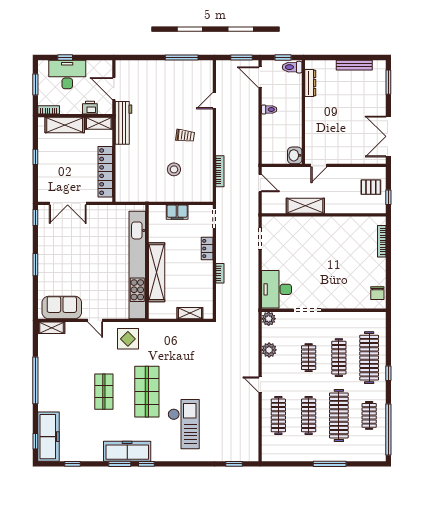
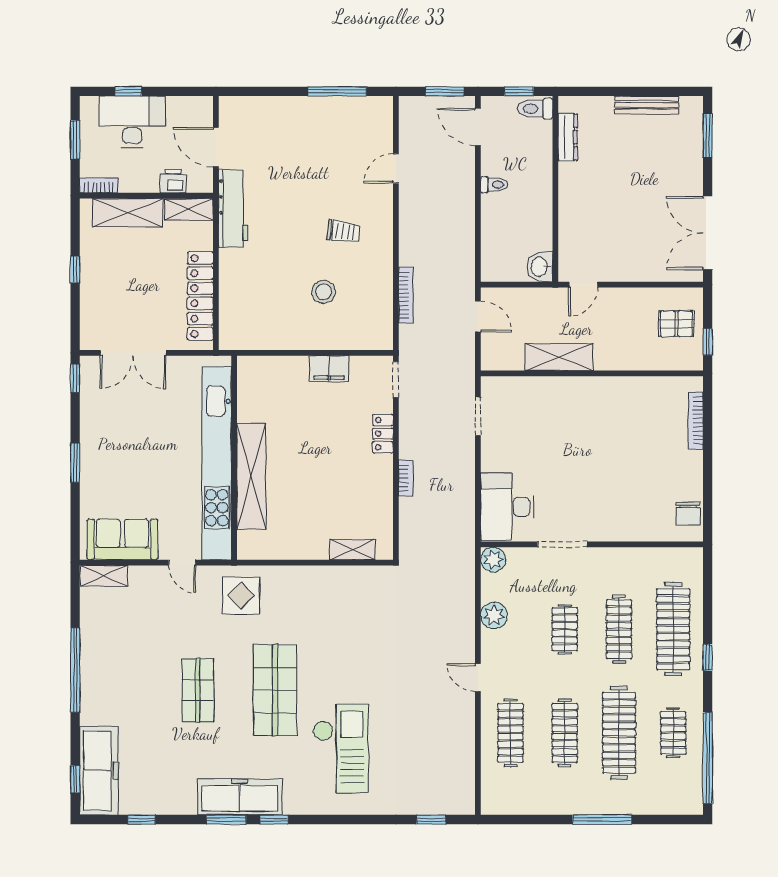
wall: (147, 262) -> (234, 458), moved
kitchen unit: (137, 265) -> (217, 463), moved
shelving: (157, 272) -> (251, 476), moved

